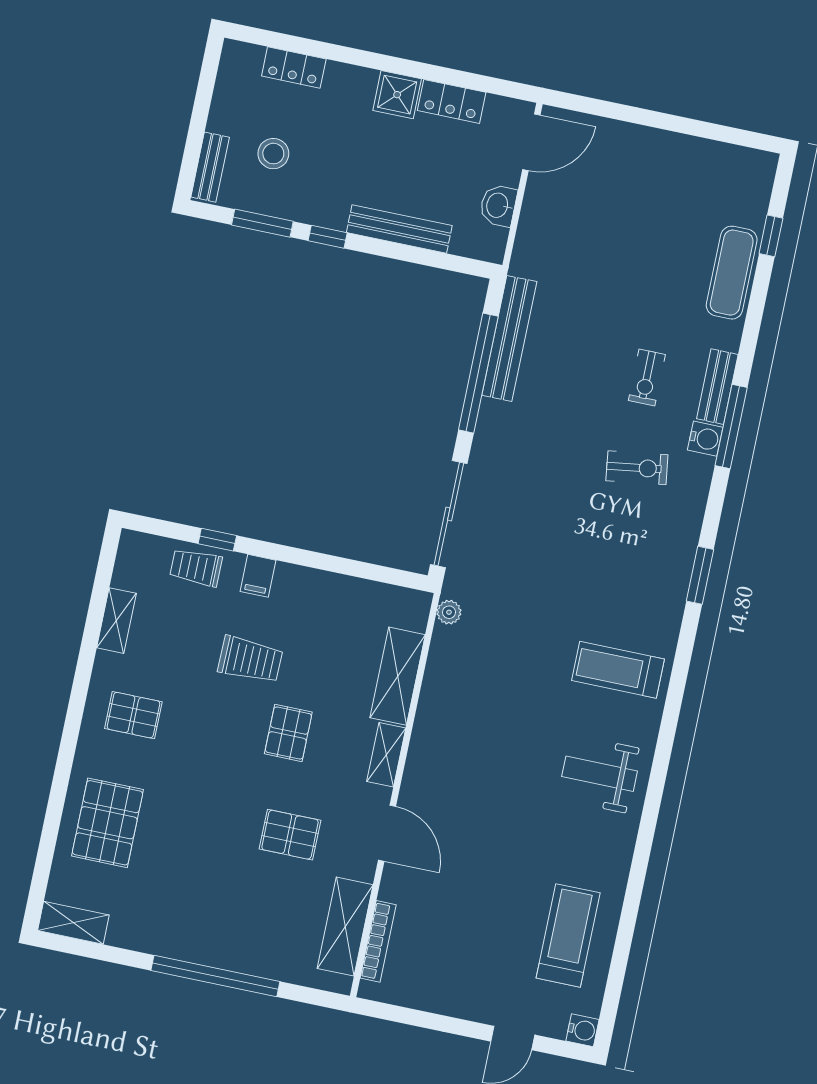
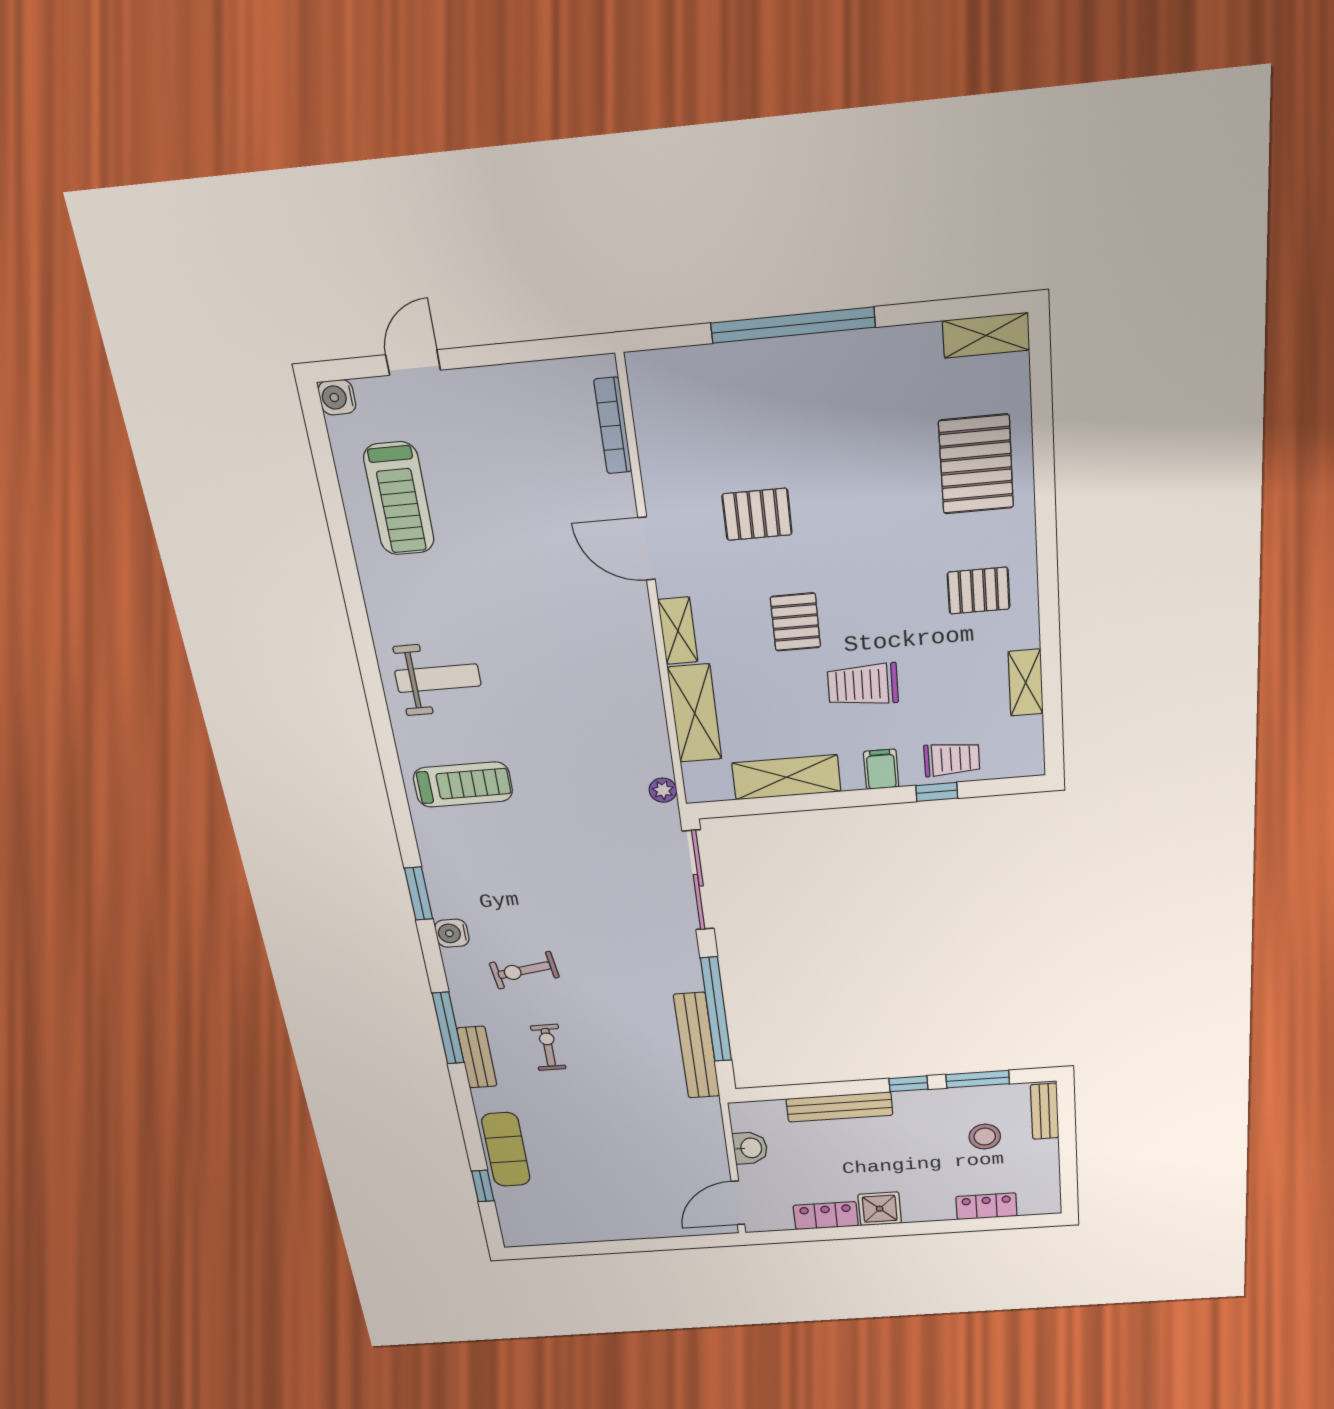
water cooler: (705, 439) -> (452, 933), moved
shelving: (345, 927) -> (786, 777), moved, turned 90

